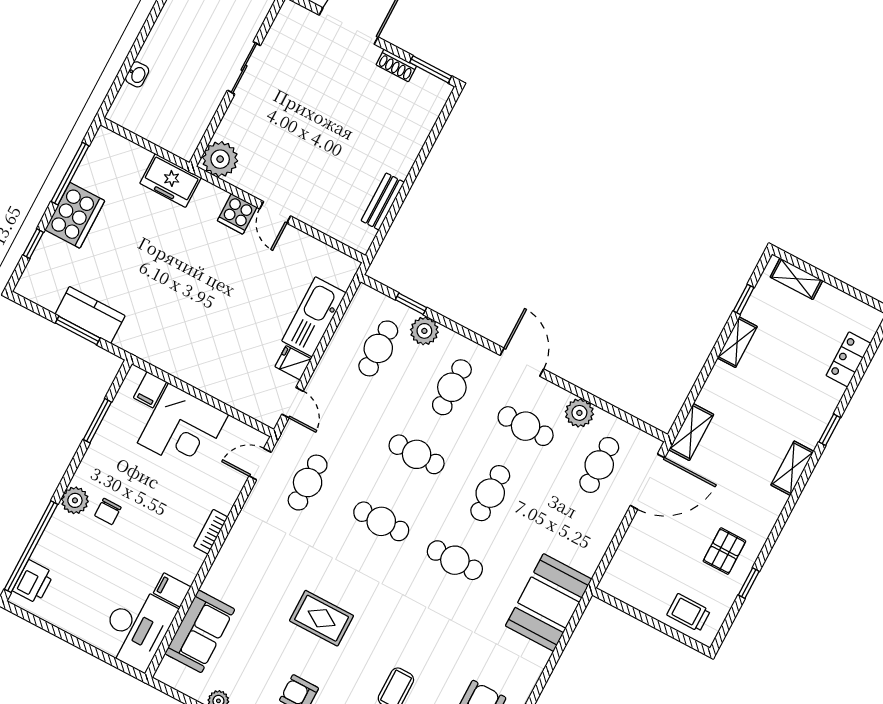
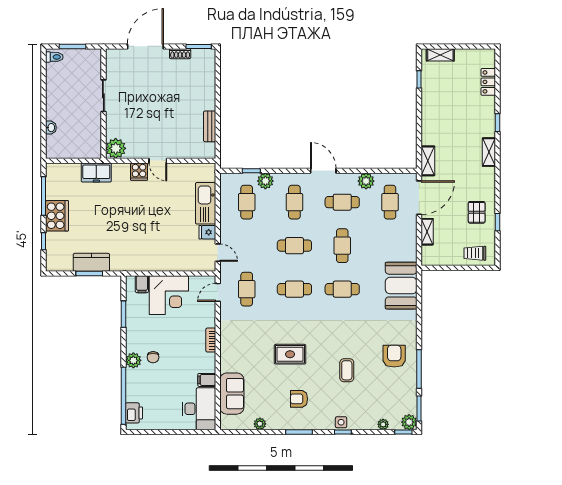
shelving: (737, 342) -> (427, 232), moved

